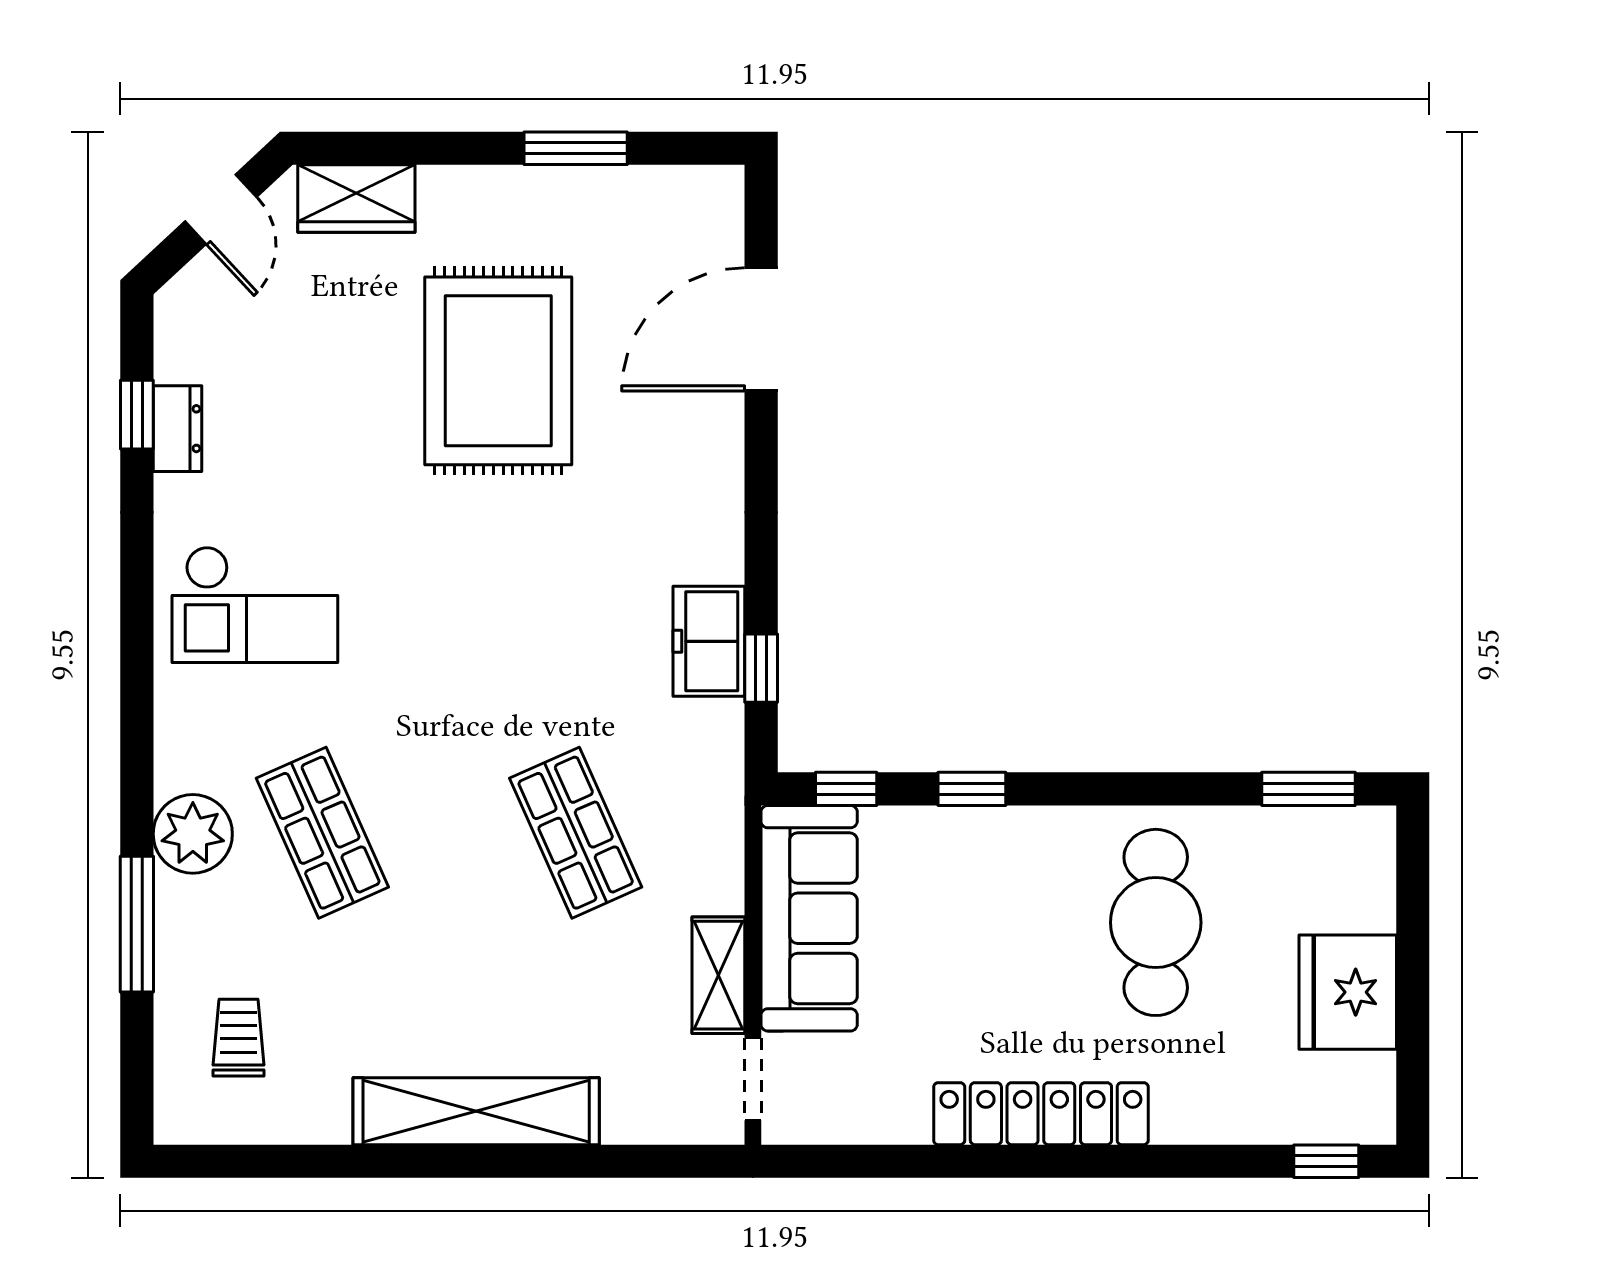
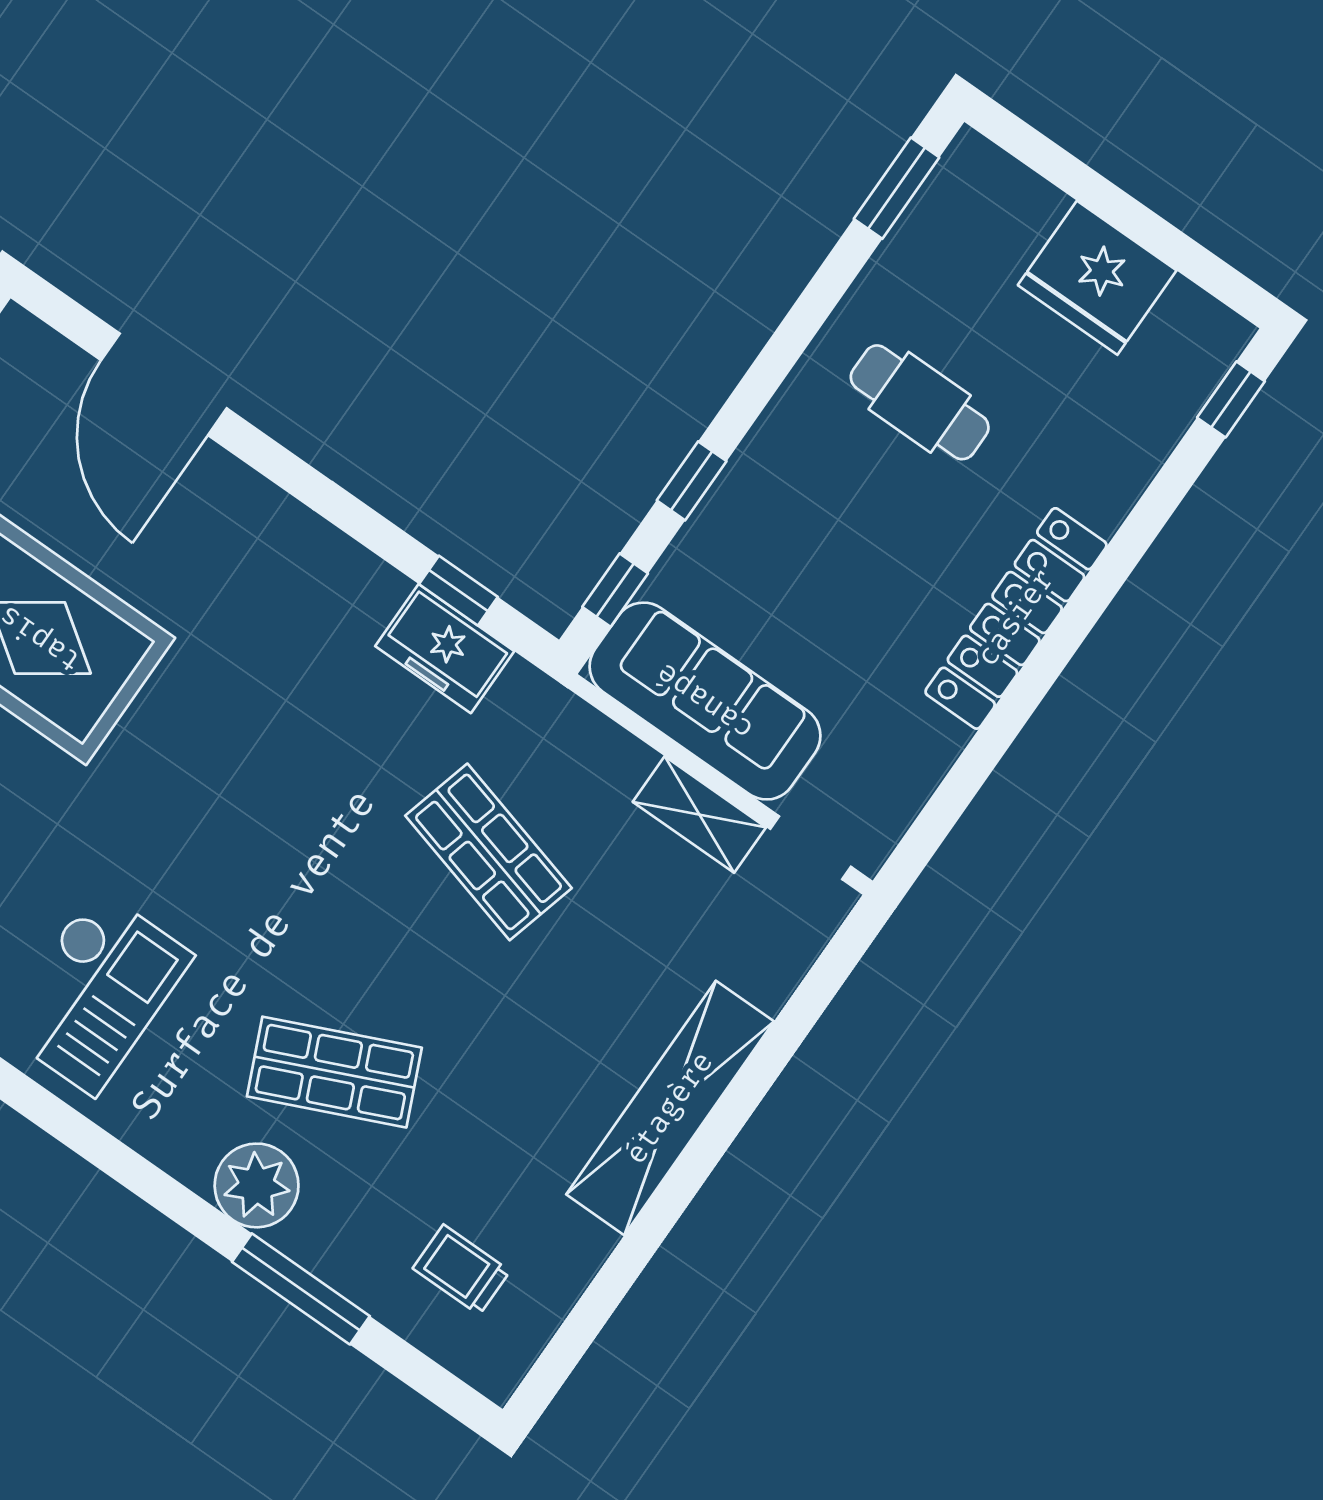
freezer: (709, 641) -> (445, 649), moved
shop shelf: (576, 833) -> (489, 852), turned 39
cafe table: (1156, 922) -> (920, 402), width x0.73, depth x0.74

